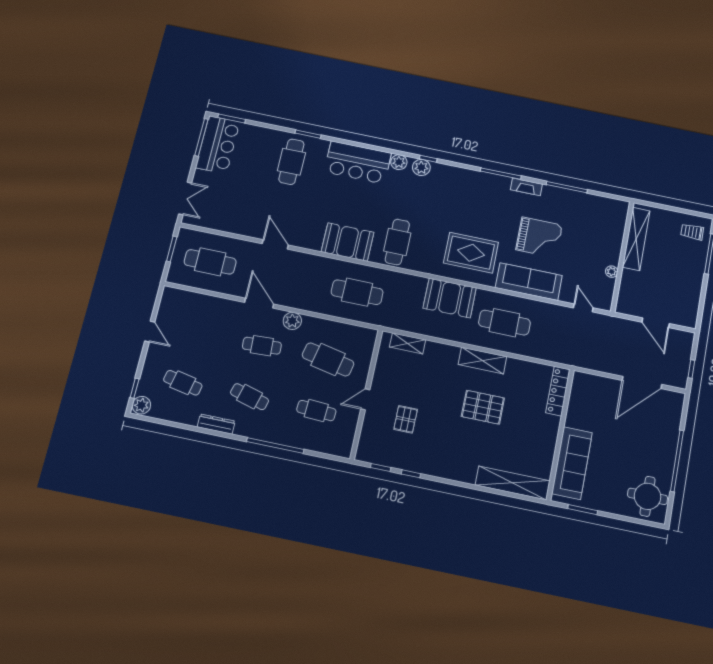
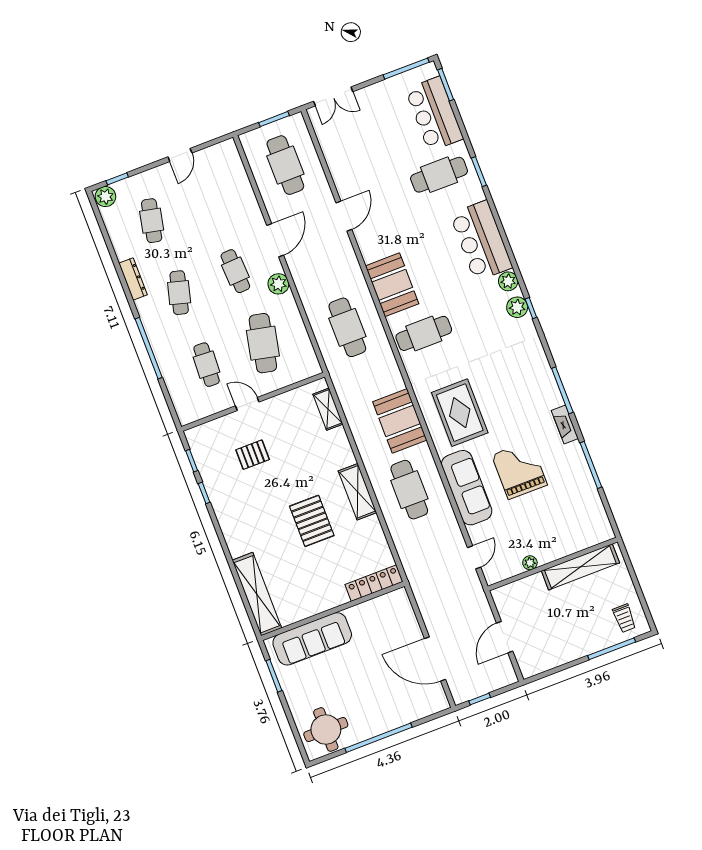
bar counter: (218, 145) -> (434, 114), moved, turned 90
trolley: (692, 232) -> (624, 618), turned 180
grand piano: (539, 237) -> (519, 470), turned 180

